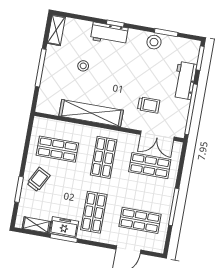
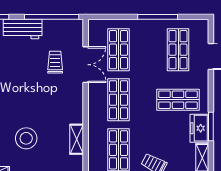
stool: (83, 66) -> (26, 138), width x1.89, depth x1.89
shelving: (91, 113) -> (77, 139), width x0.45, depth x0.75
double door: (157, 136) -> (86, 65), moved
shop shelf: (104, 157) -> (119, 100), turned 90

